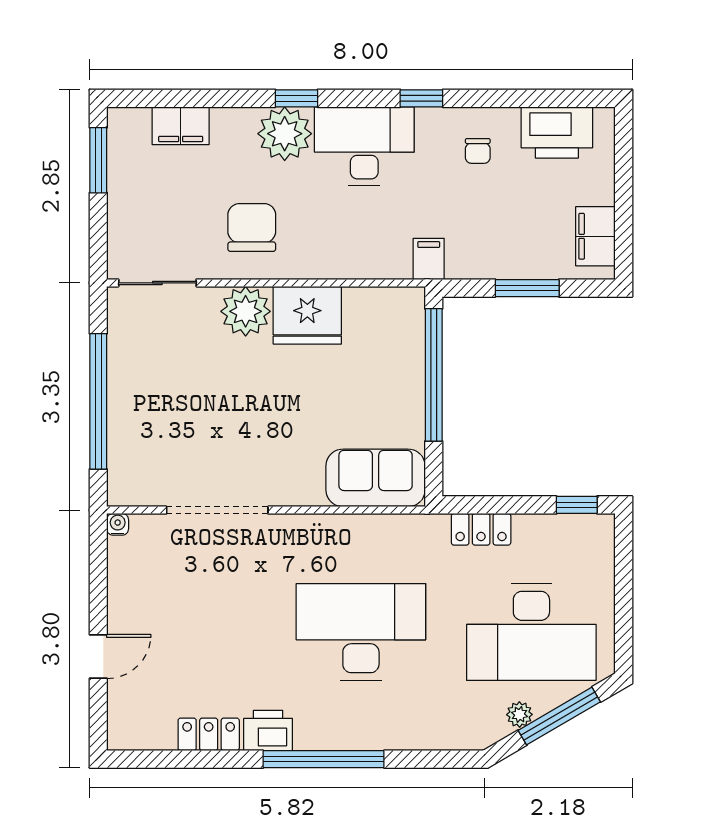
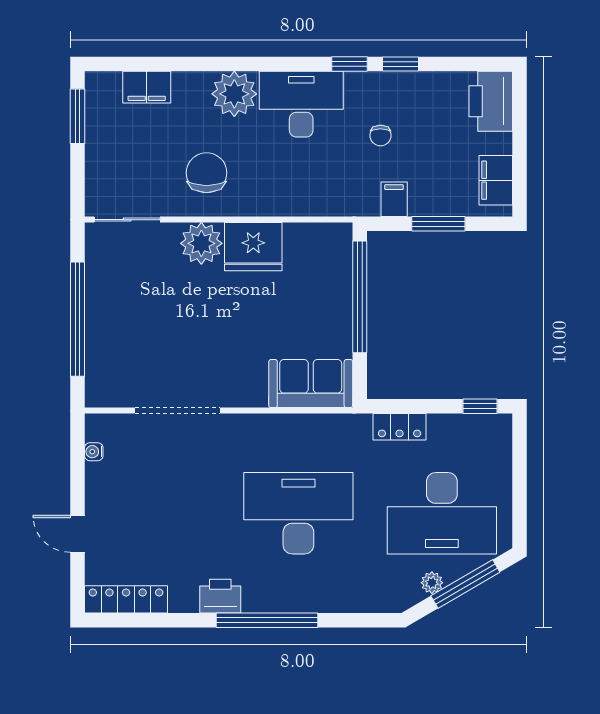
window: (296, 98) -> (401, 64), moved
printer: (557, 132) -> (491, 101), moved, turned 90
chair: (478, 151) -> (380, 135), moved
filing cabinet: (429, 259) -> (394, 199), moved
water cooler: (118, 524) -> (94, 452), moved, turned -90
door: (98, 656) -> (77, 534), swing flipped
locker: (209, 734) -> (126, 599), moved, width x1.53

